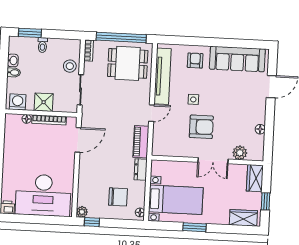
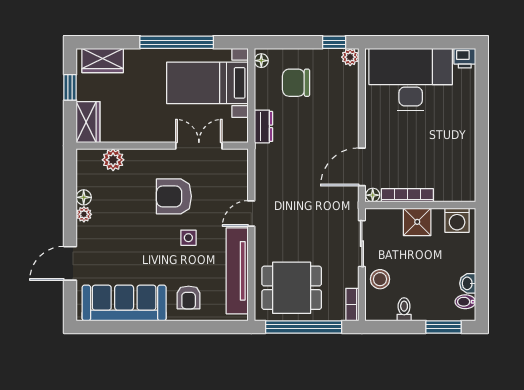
toilet: (43, 45) -> (404, 309), moved
bidet: (14, 72) -> (465, 302), moved
plant: (261, 118) -> (84, 214), added
floor lamp: (27, 119) -> (373, 195), moved
piano: (141, 142) -> (265, 169), removed
double door: (213, 161) -> (199, 146), moved
window: (195, 227) -> (177, 42), width x2.11

